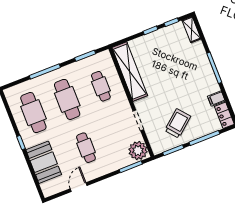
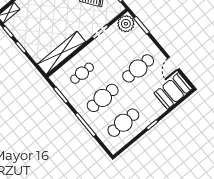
cafe table: (86, 148) -> (138, 68), width x1.37, depth x1.35
booth: (44, 162) -> (173, 91), moved
door: (79, 187) -> (173, 63), hinge flipped

